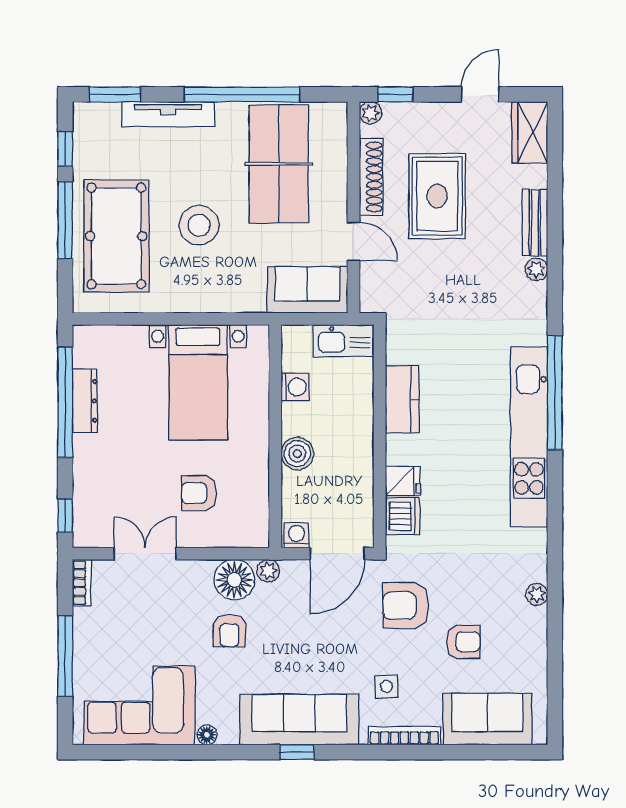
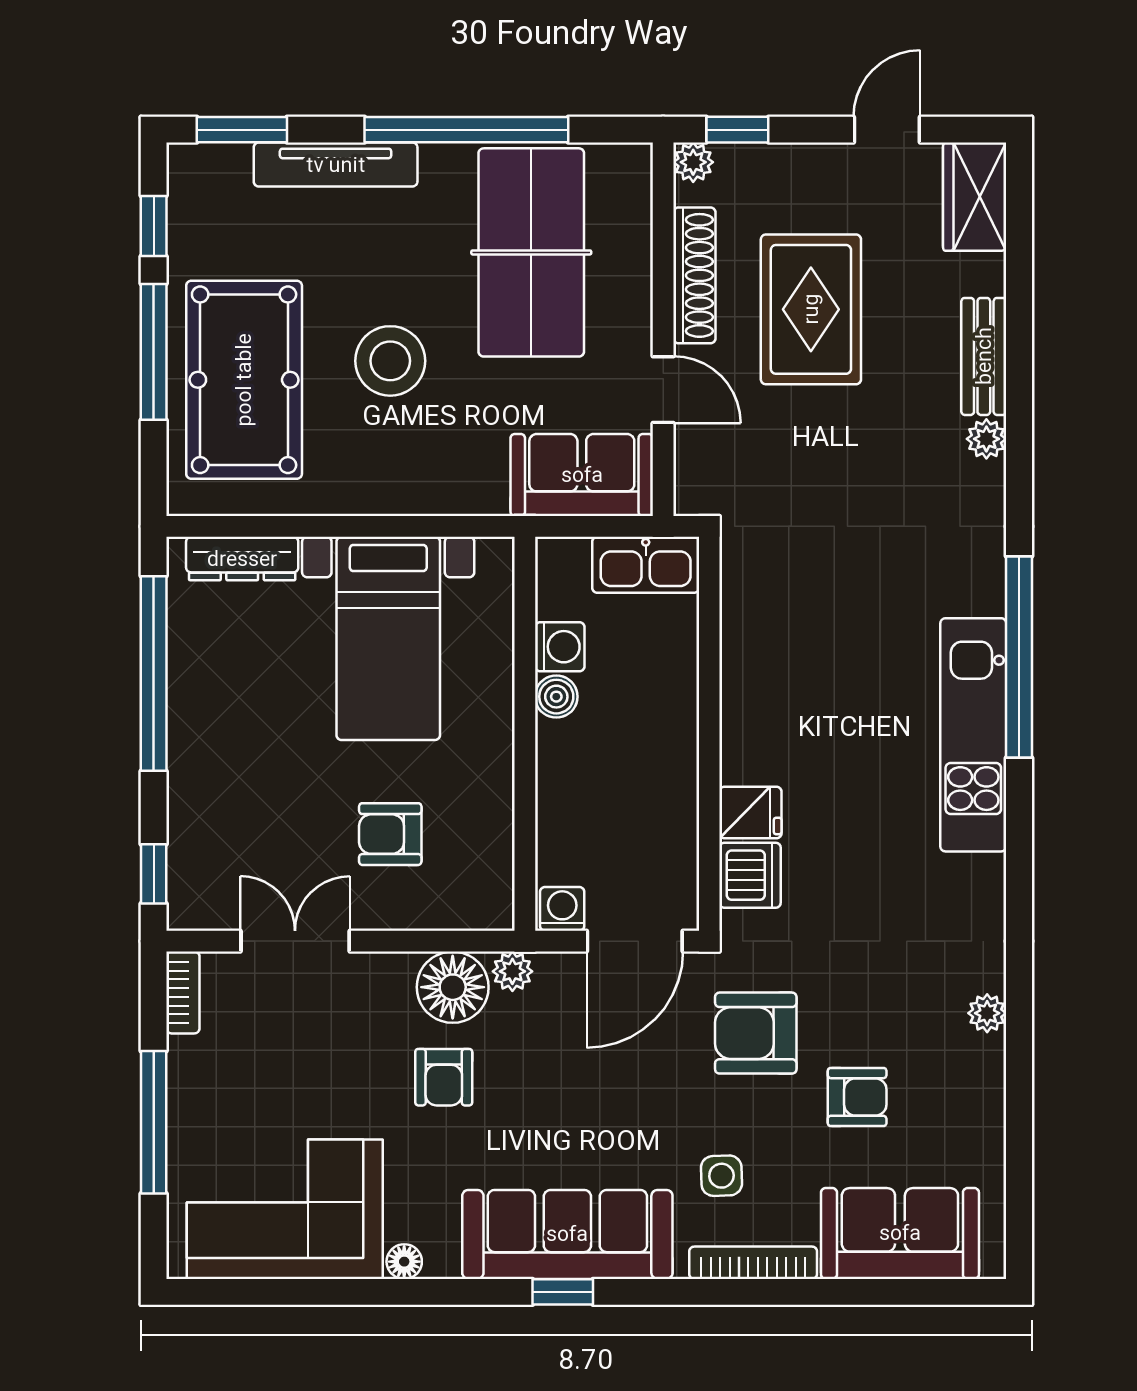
kitchen counter: (402, 399) -> (749, 668), removed
dresser: (85, 401) -> (242, 559), moved, turned 90
kitchen unit: (529, 437) -> (973, 735), width x0.73
boiler: (297, 454) -> (556, 697), moved, width x0.73, depth x0.73

